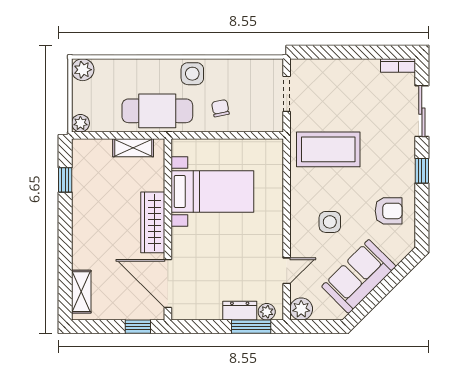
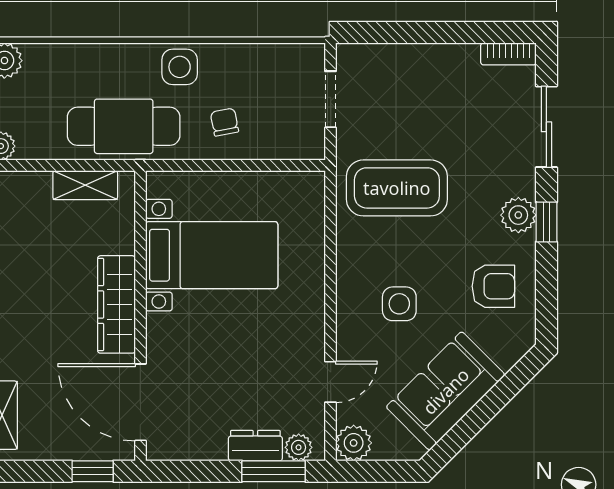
plant: (404, 166) -> (518, 215), added

